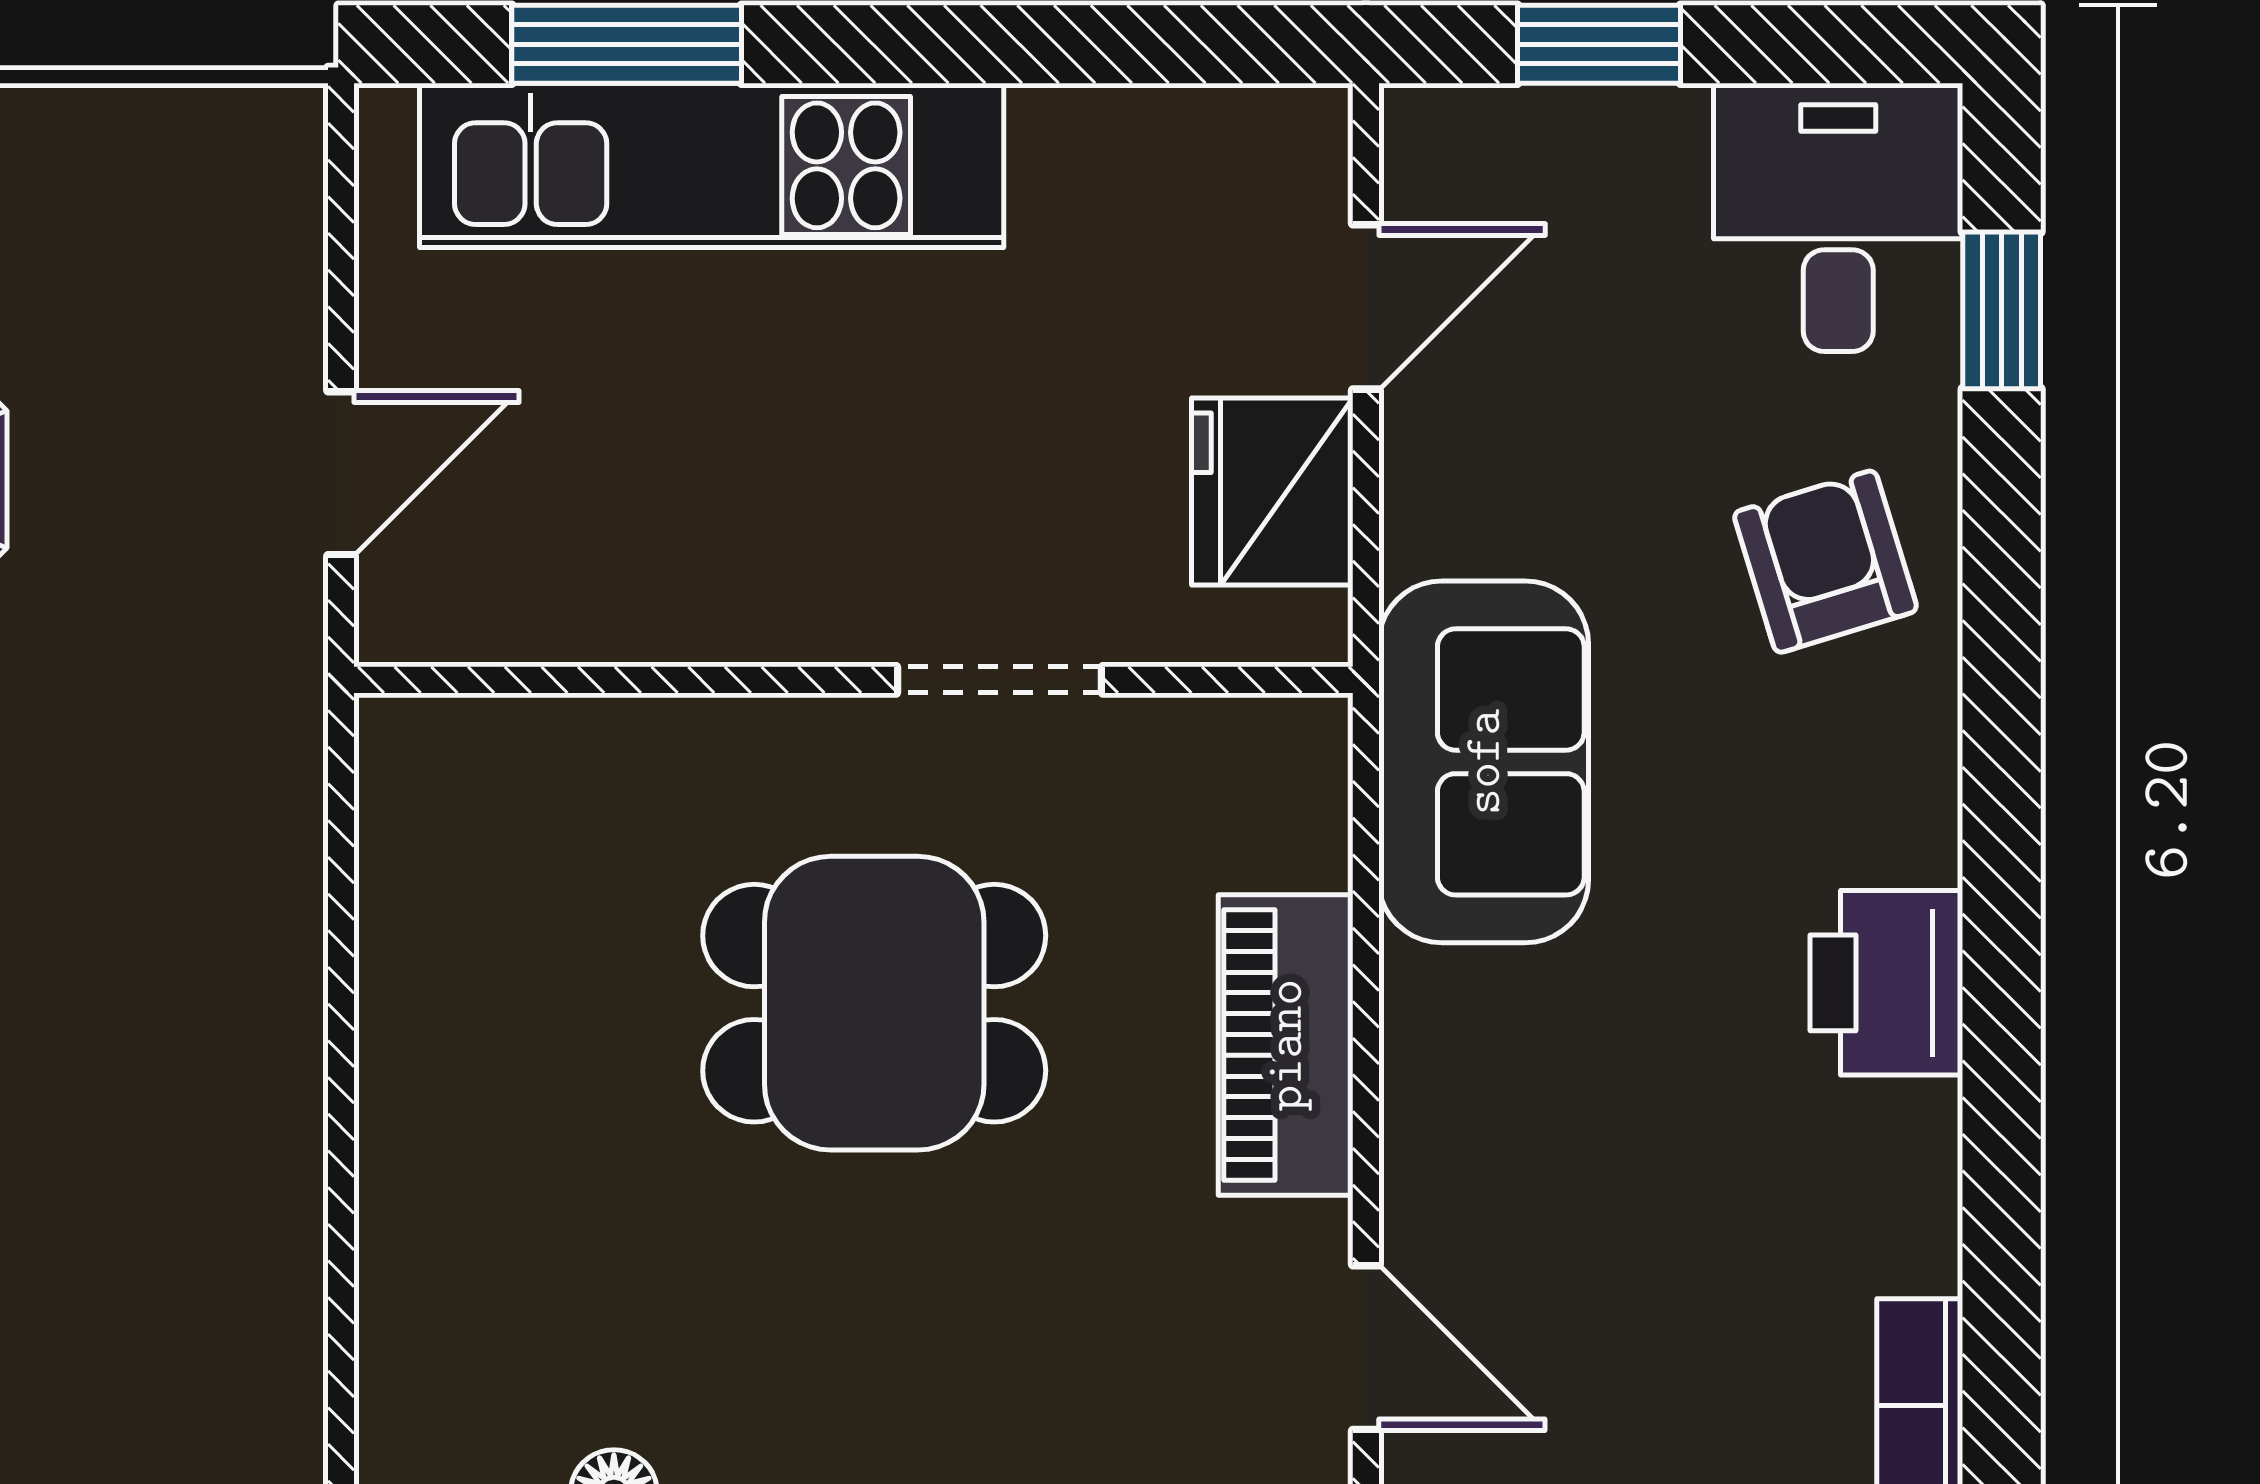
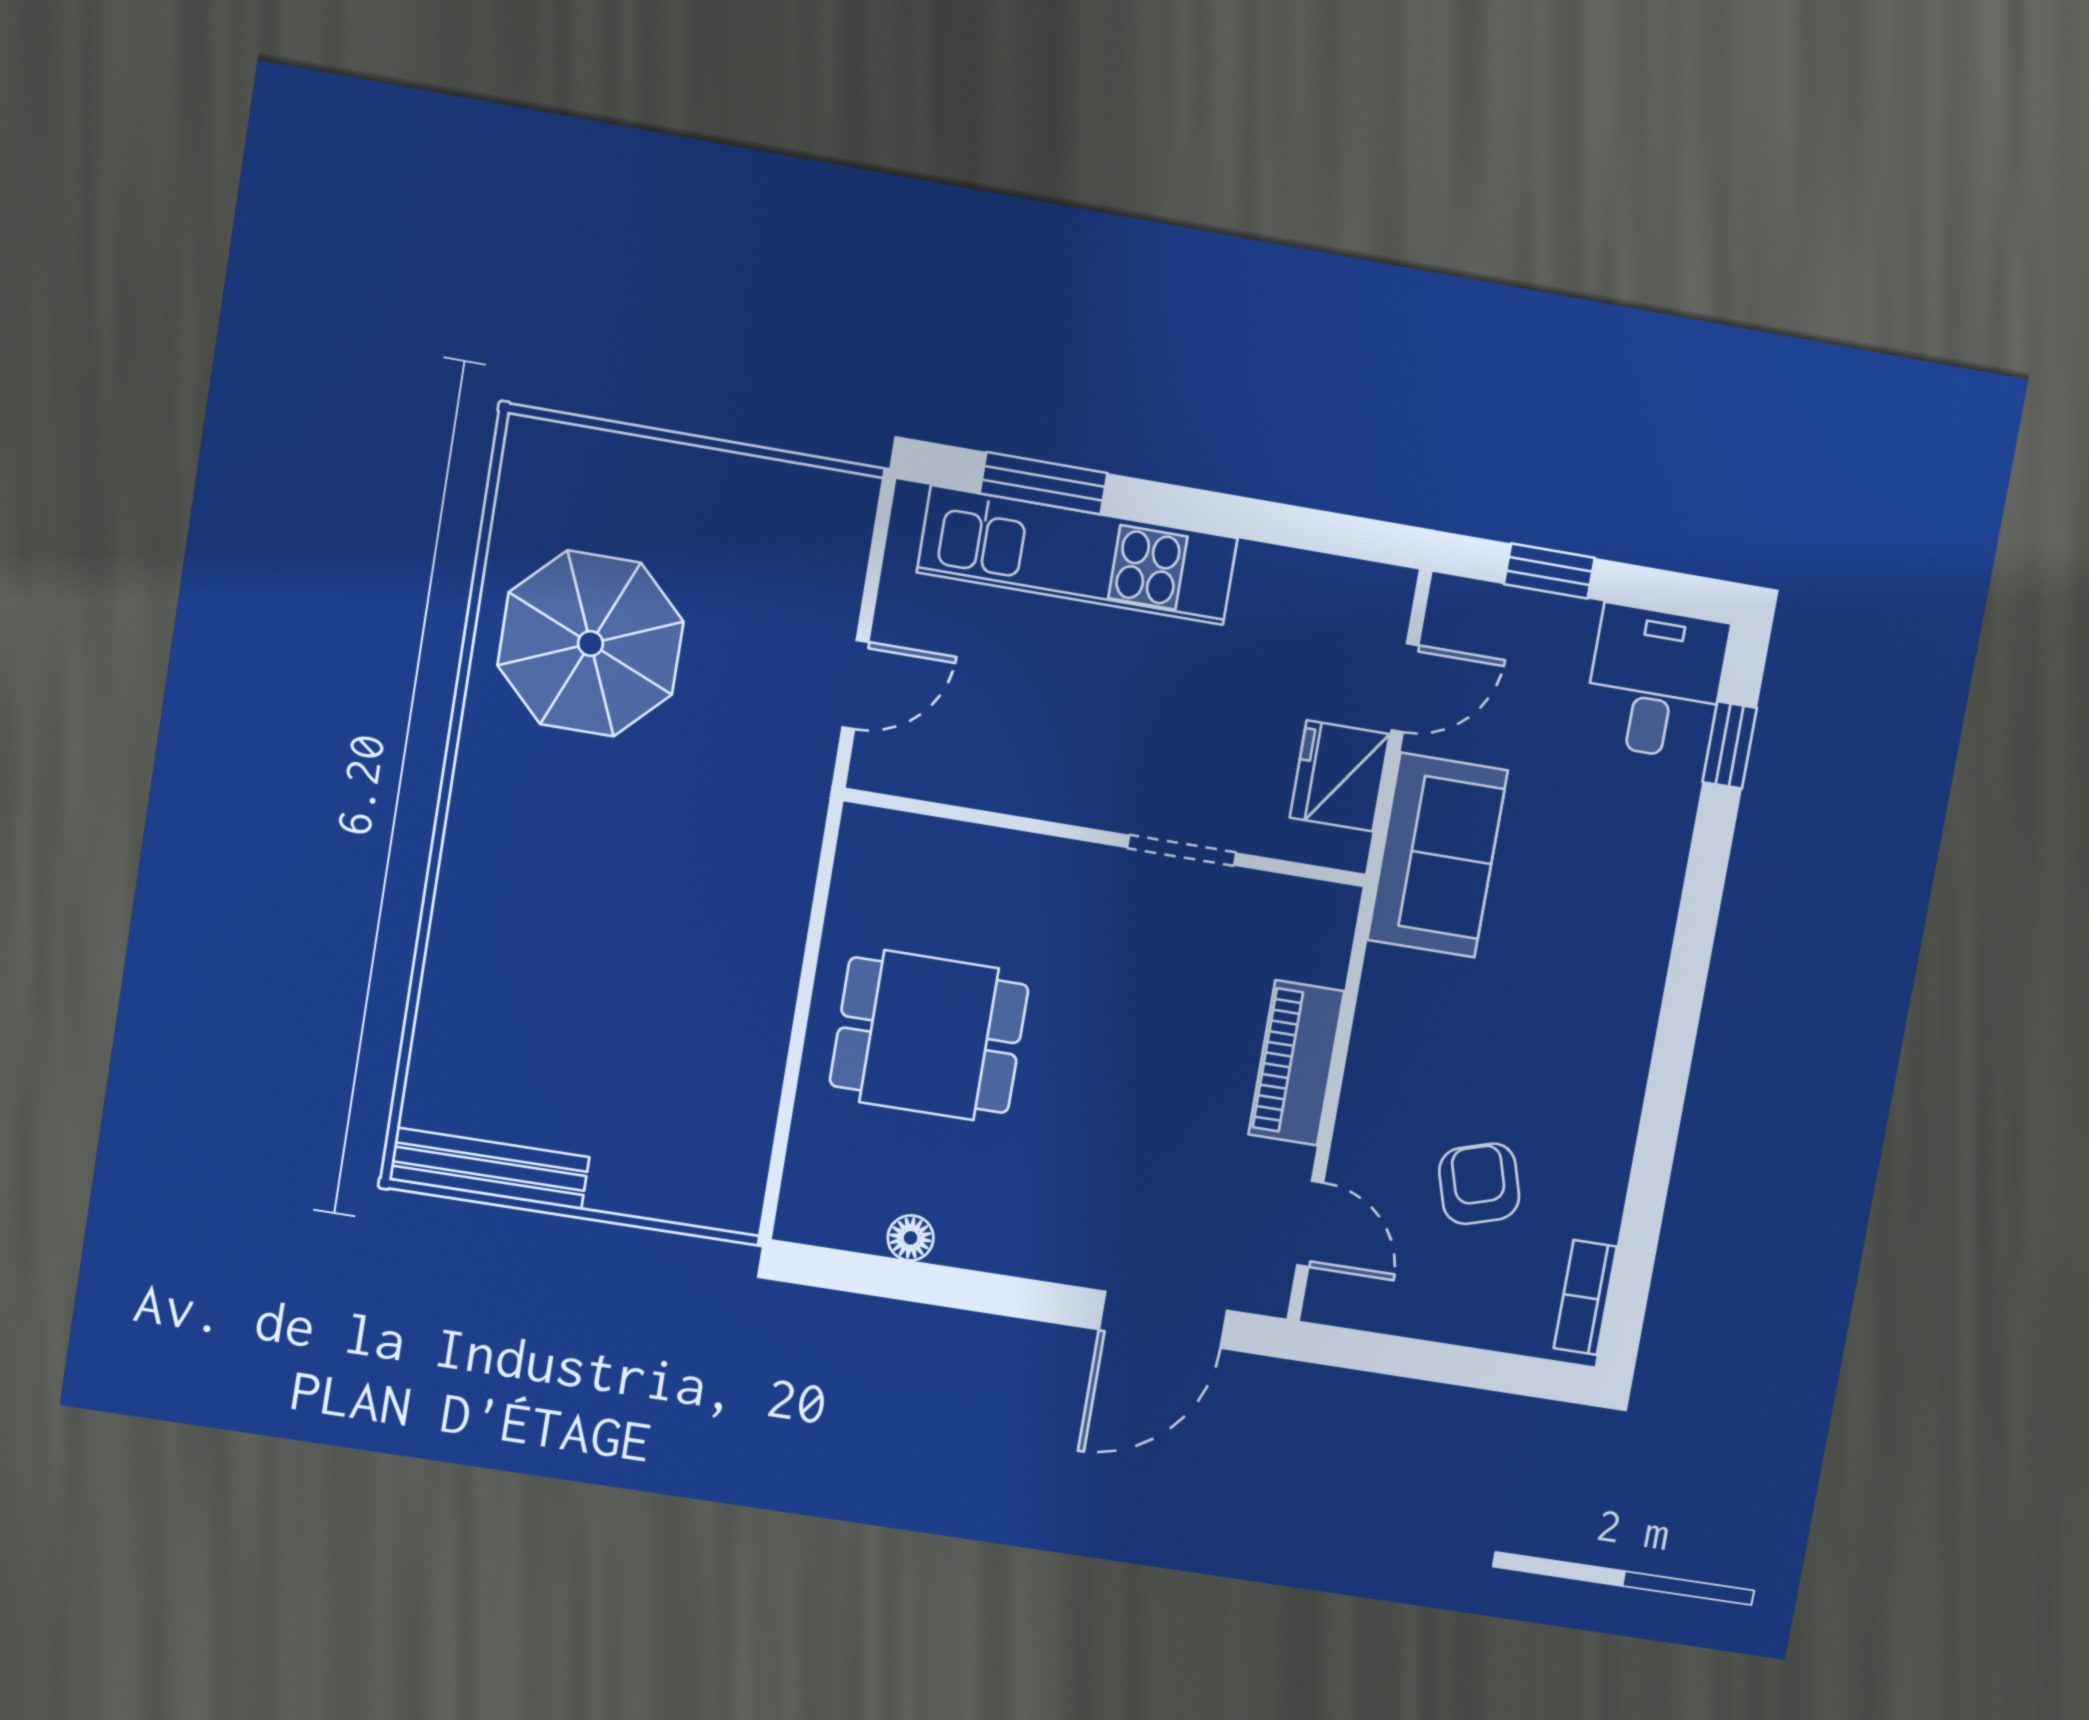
armchair: (1825, 562) -> (1479, 1184), moved
sofa: (1484, 762) -> (1437, 855), moved
printer: (1886, 983) -> (1608, 1080), removed
dining table: (874, 1003) -> (929, 1035), moved

